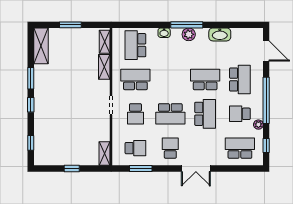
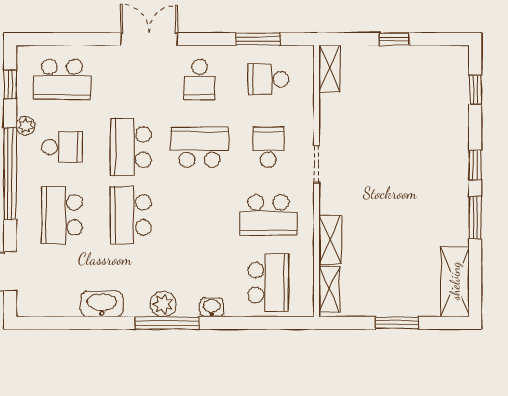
school desk: (205, 80) -> (131, 215), turned 90

